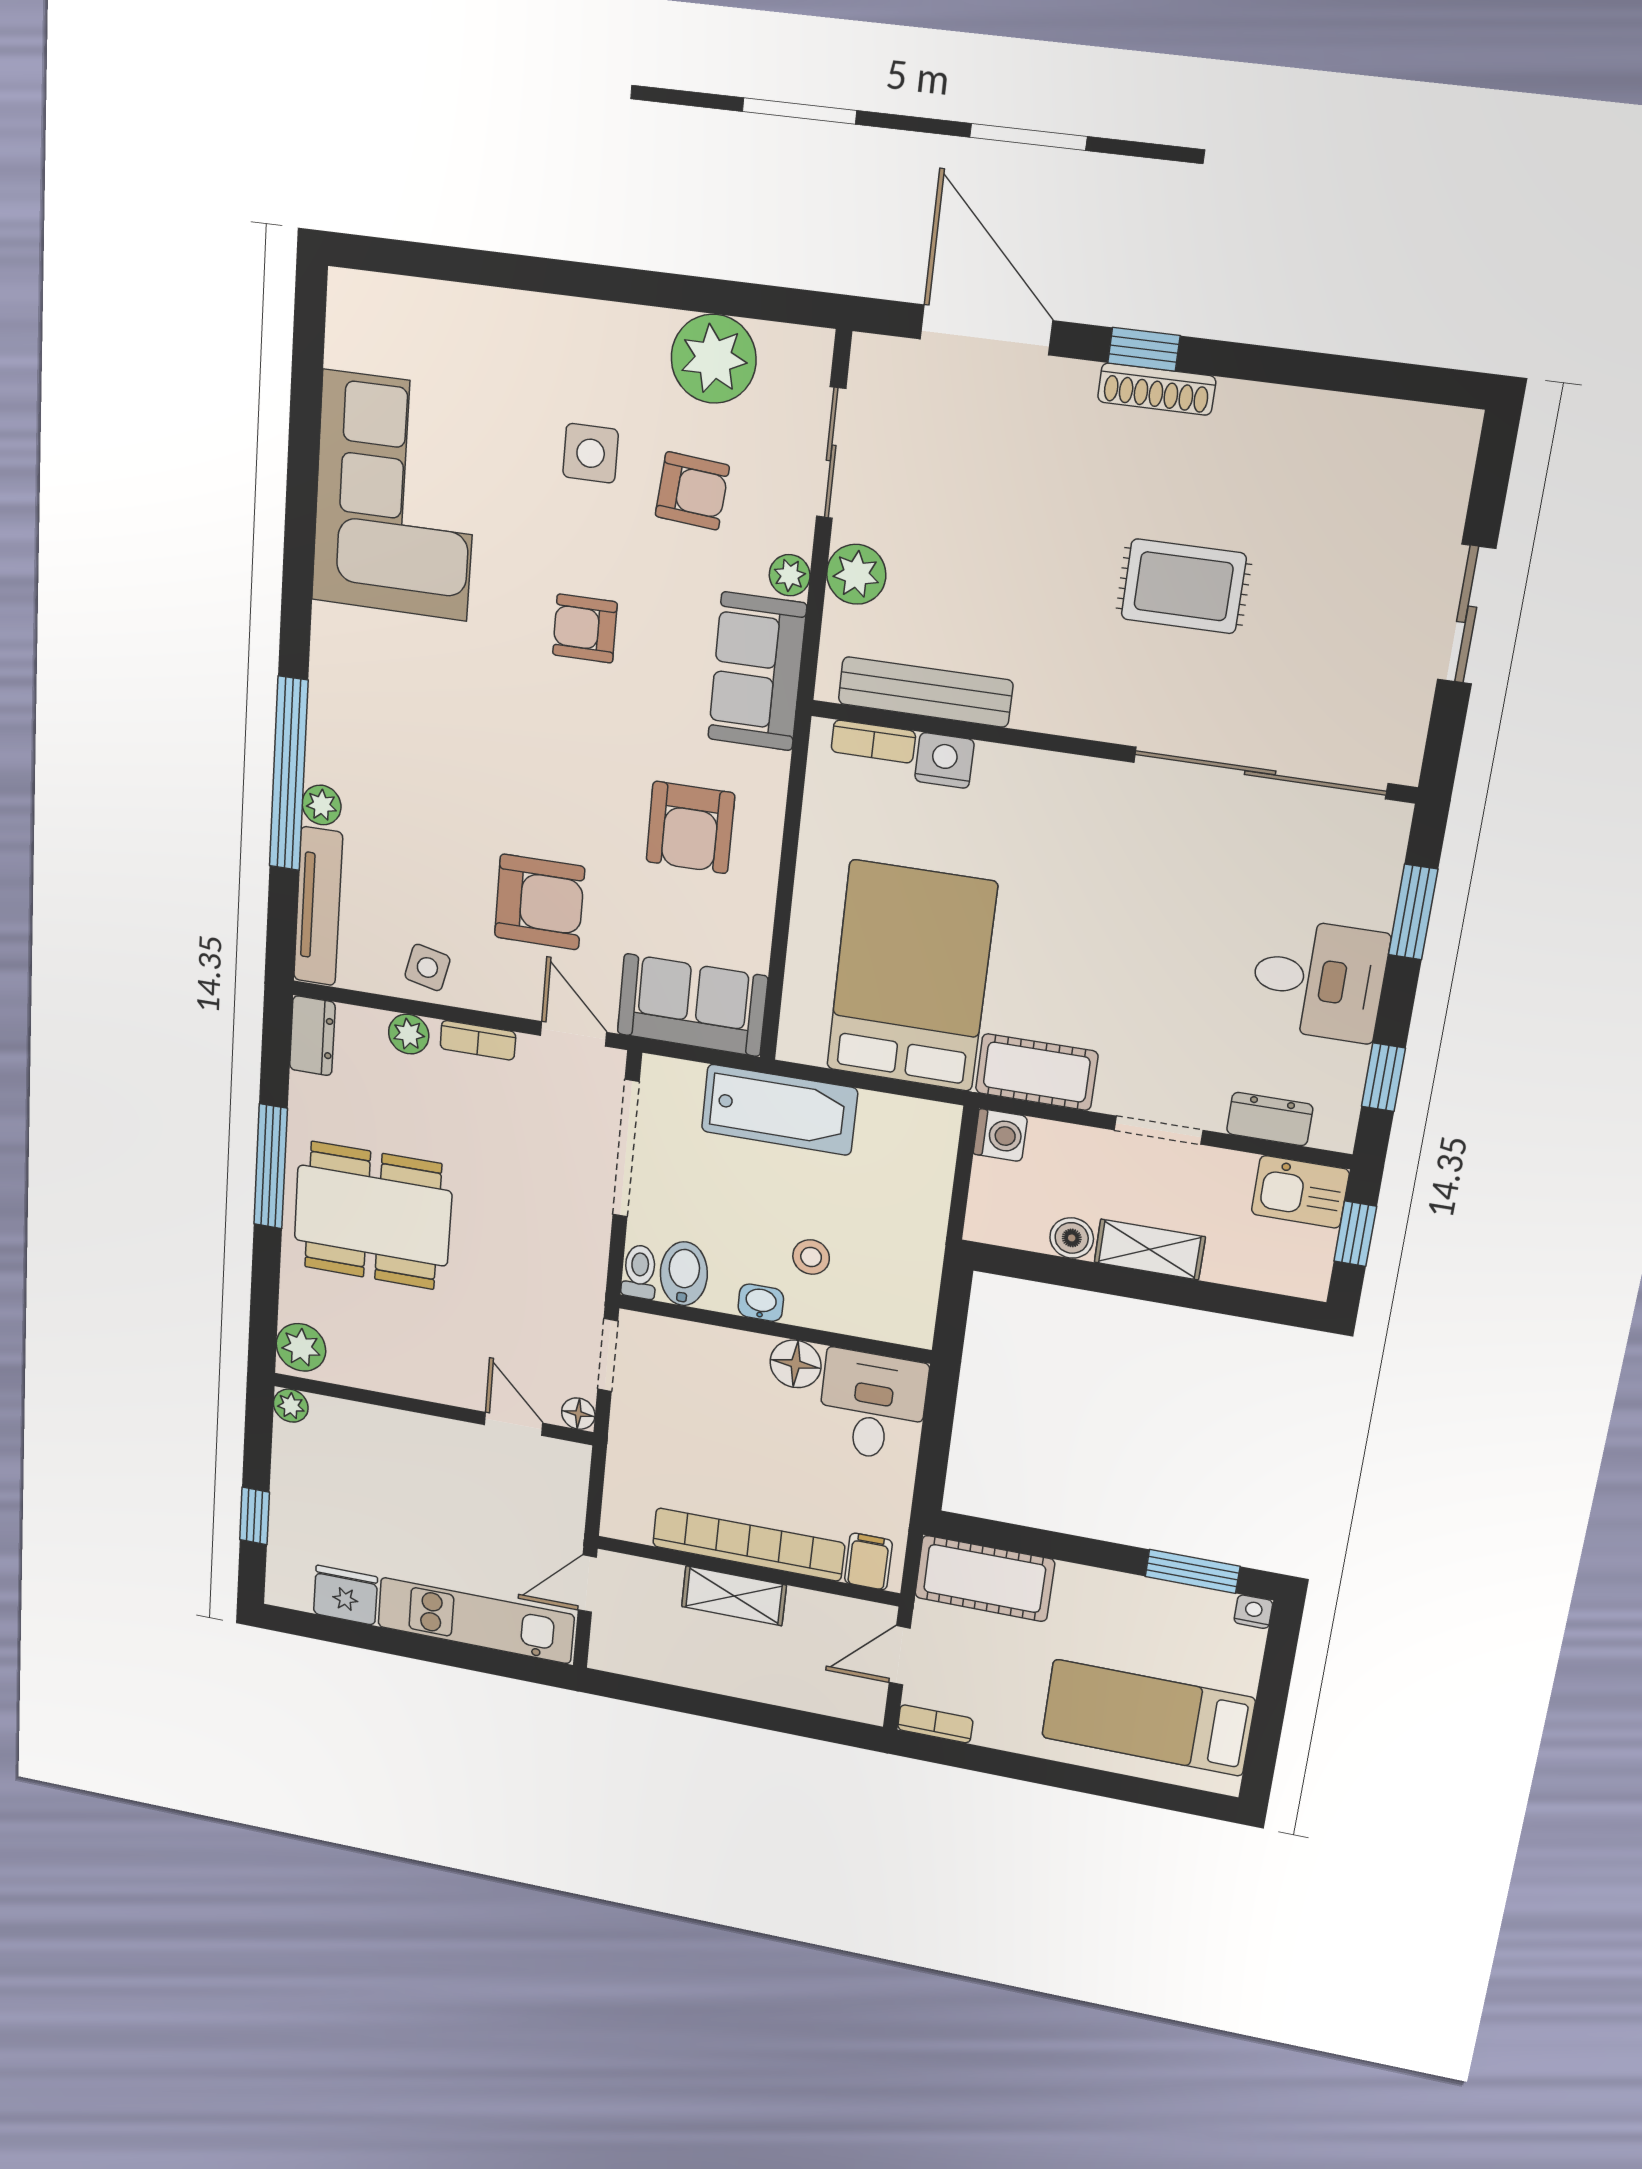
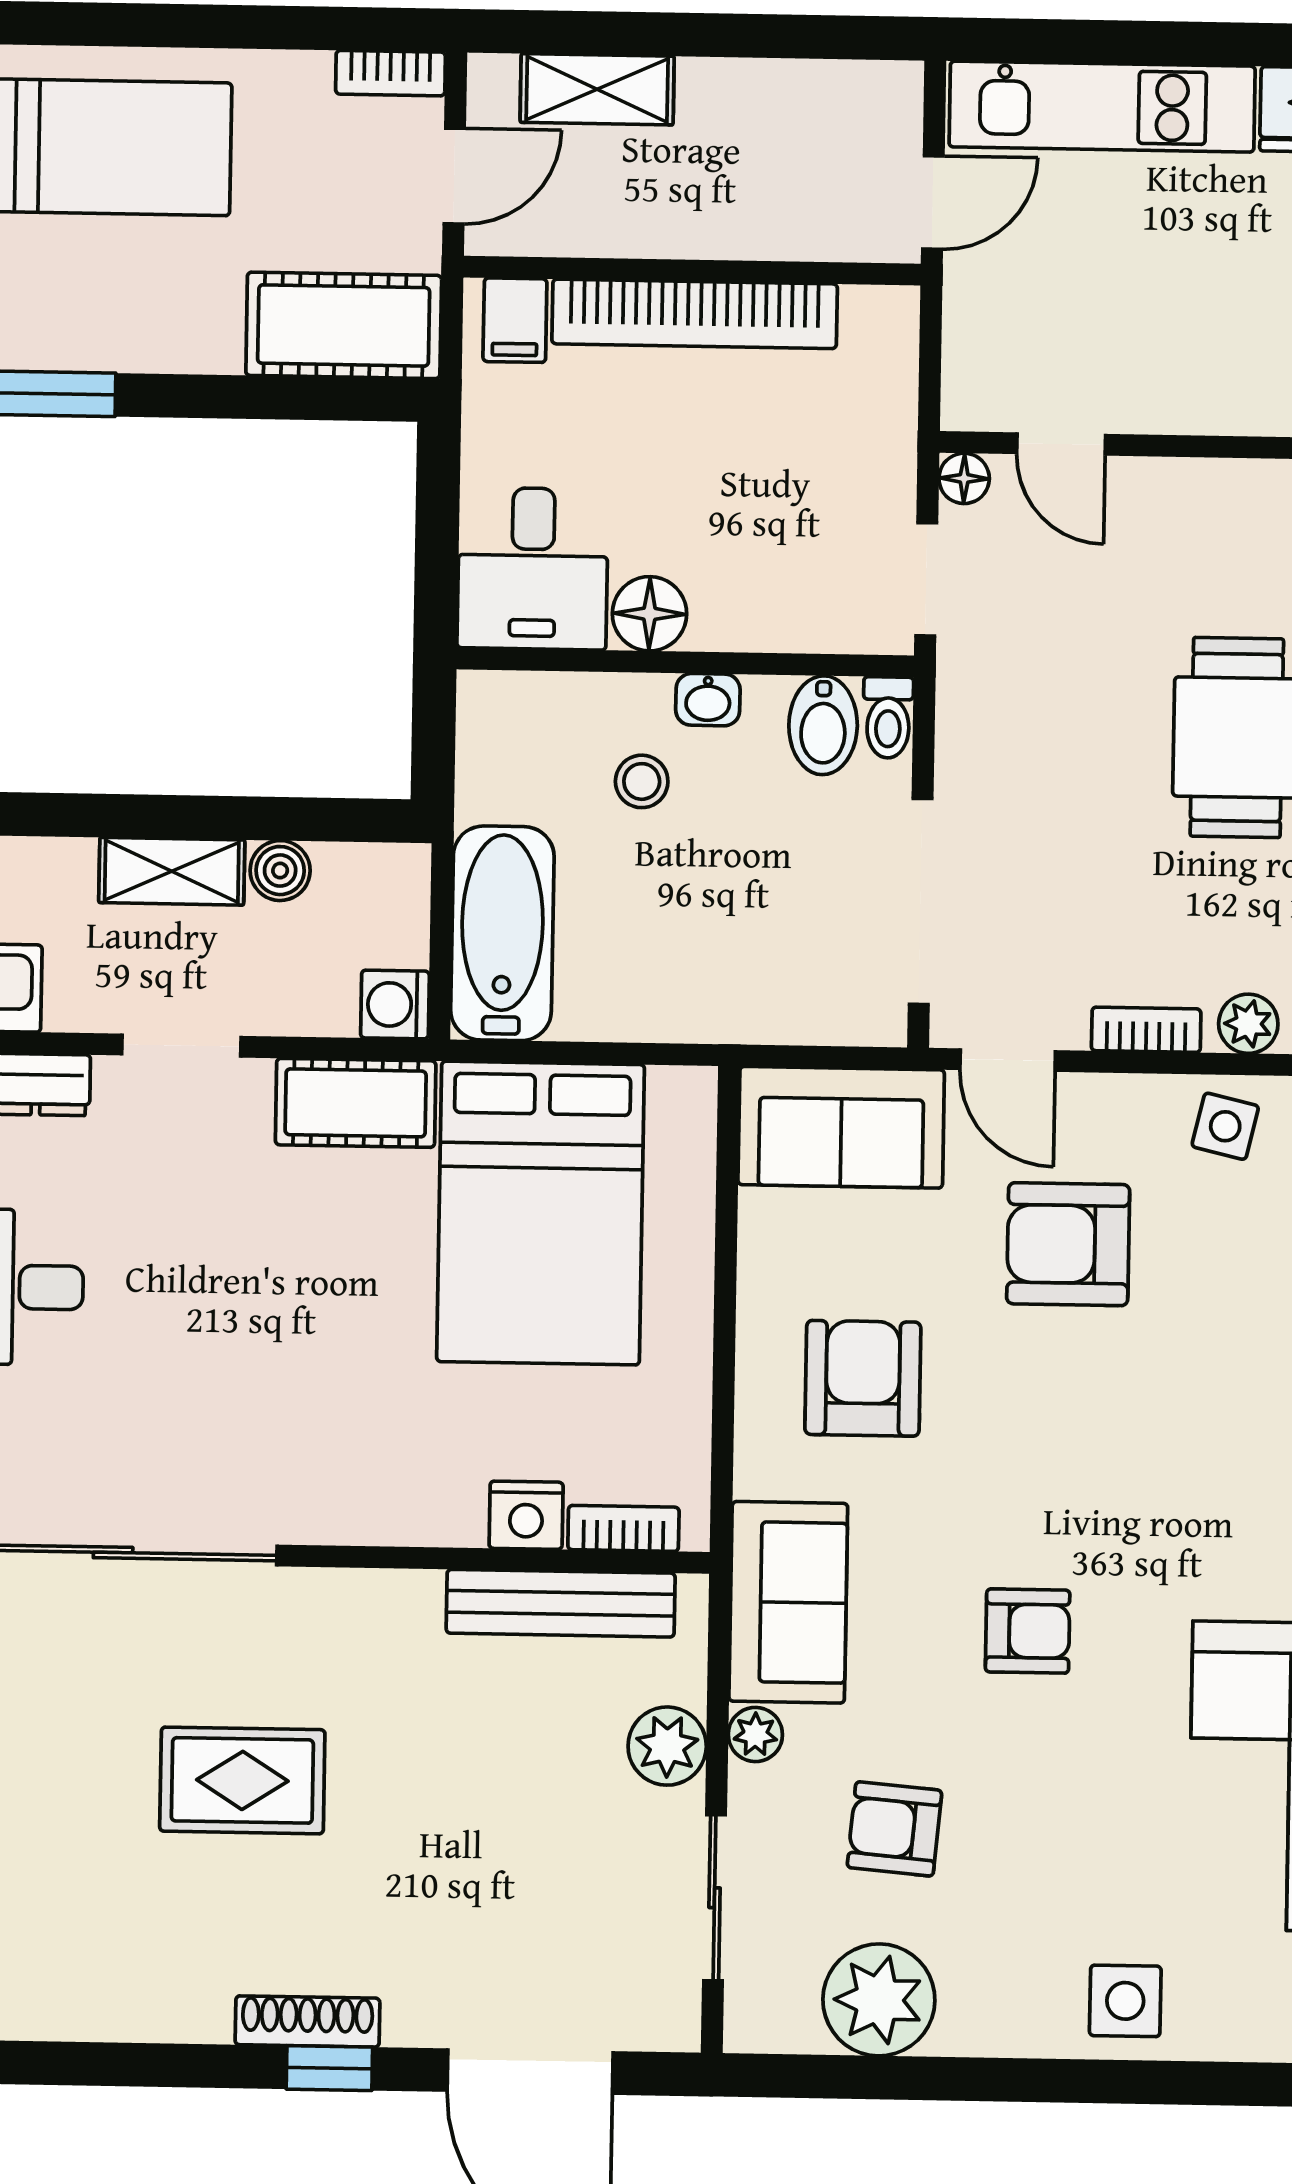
side table: (591, 453) -> (1125, 2001), moved
bathtub: (779, 1110) -> (502, 933), moved, turned 90
shelving: (734, 1596) -> (597, 89), moved

